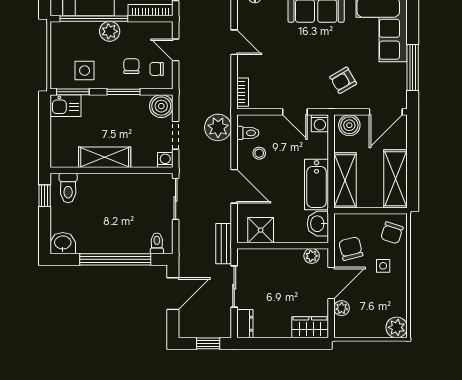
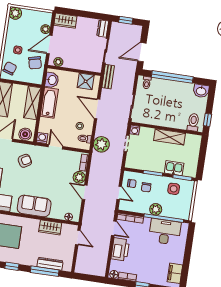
plant: (247, 66) -> (79, 177), added
kitchen sink: (66, 106) -> (174, 168), moved
boiler: (161, 106) -> (132, 162), removed

